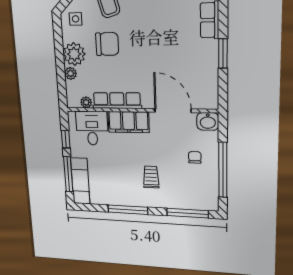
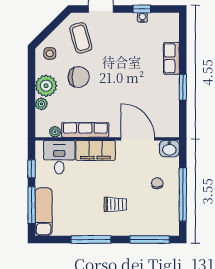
trolley: (151, 177) -> (115, 204), turned 90

